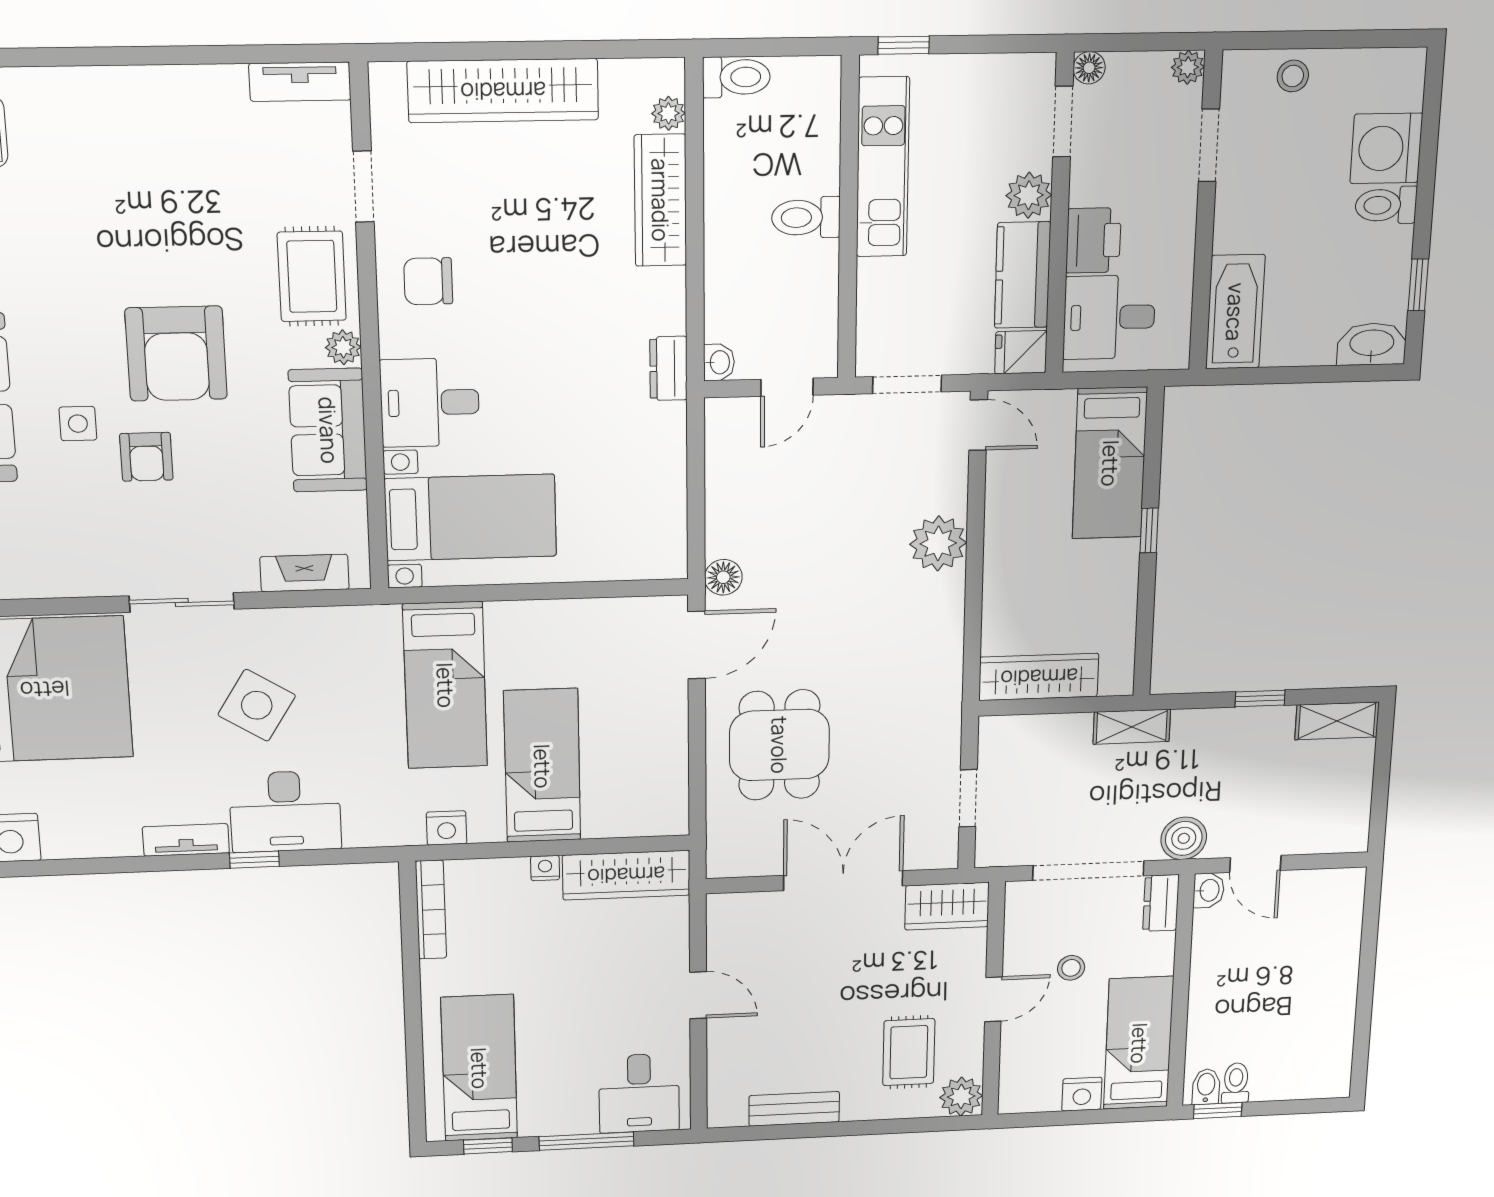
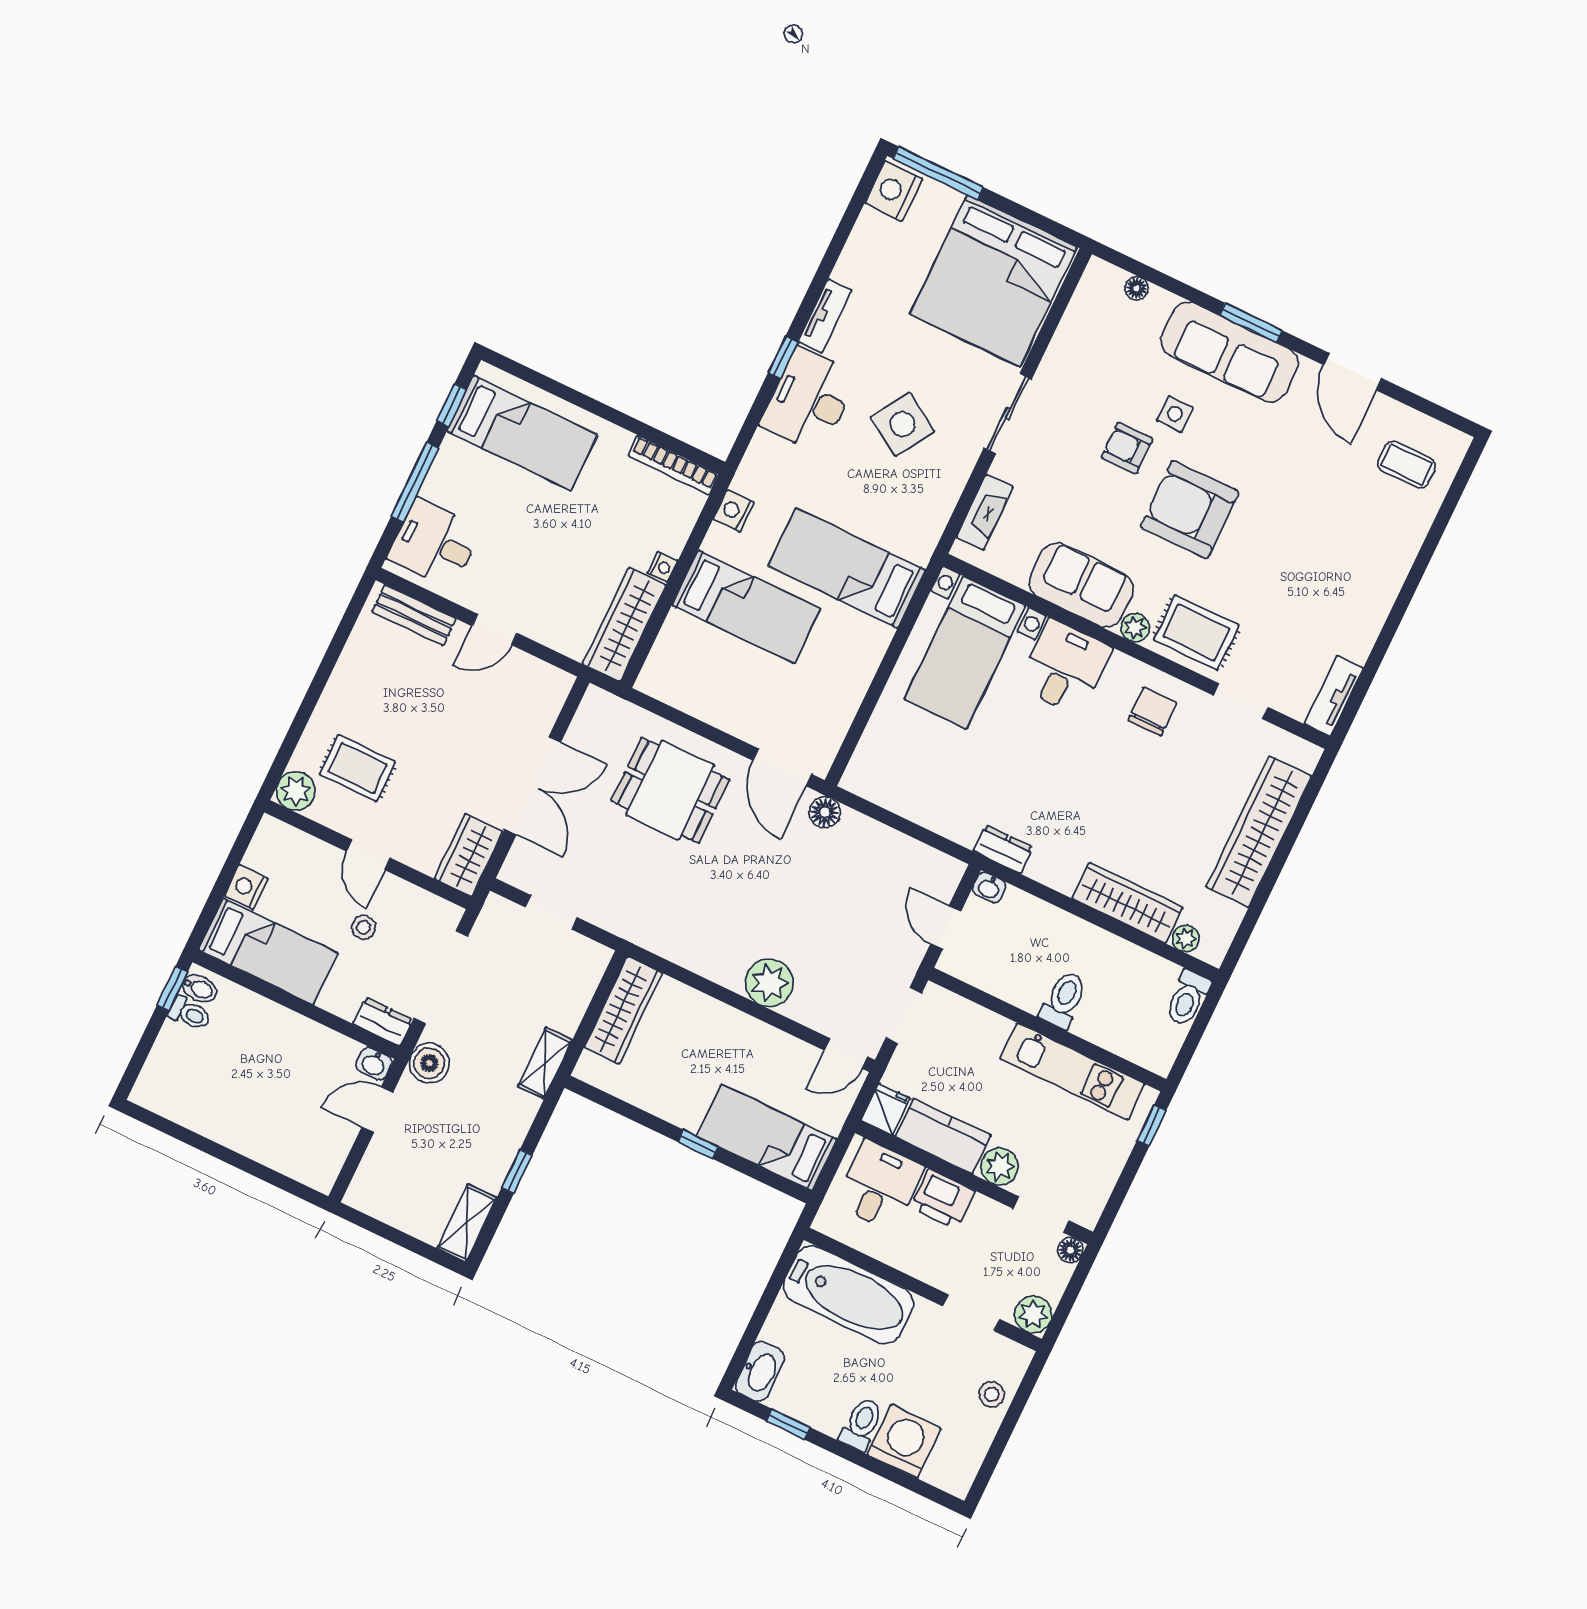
plant: (1188, 67) -> (1033, 1314), width x1.38, depth x1.38
bathtub: (1235, 312) -> (848, 1295), width x1.36, depth x1.36
bench: (794, 1109) -> (414, 615), moved, turned 90

